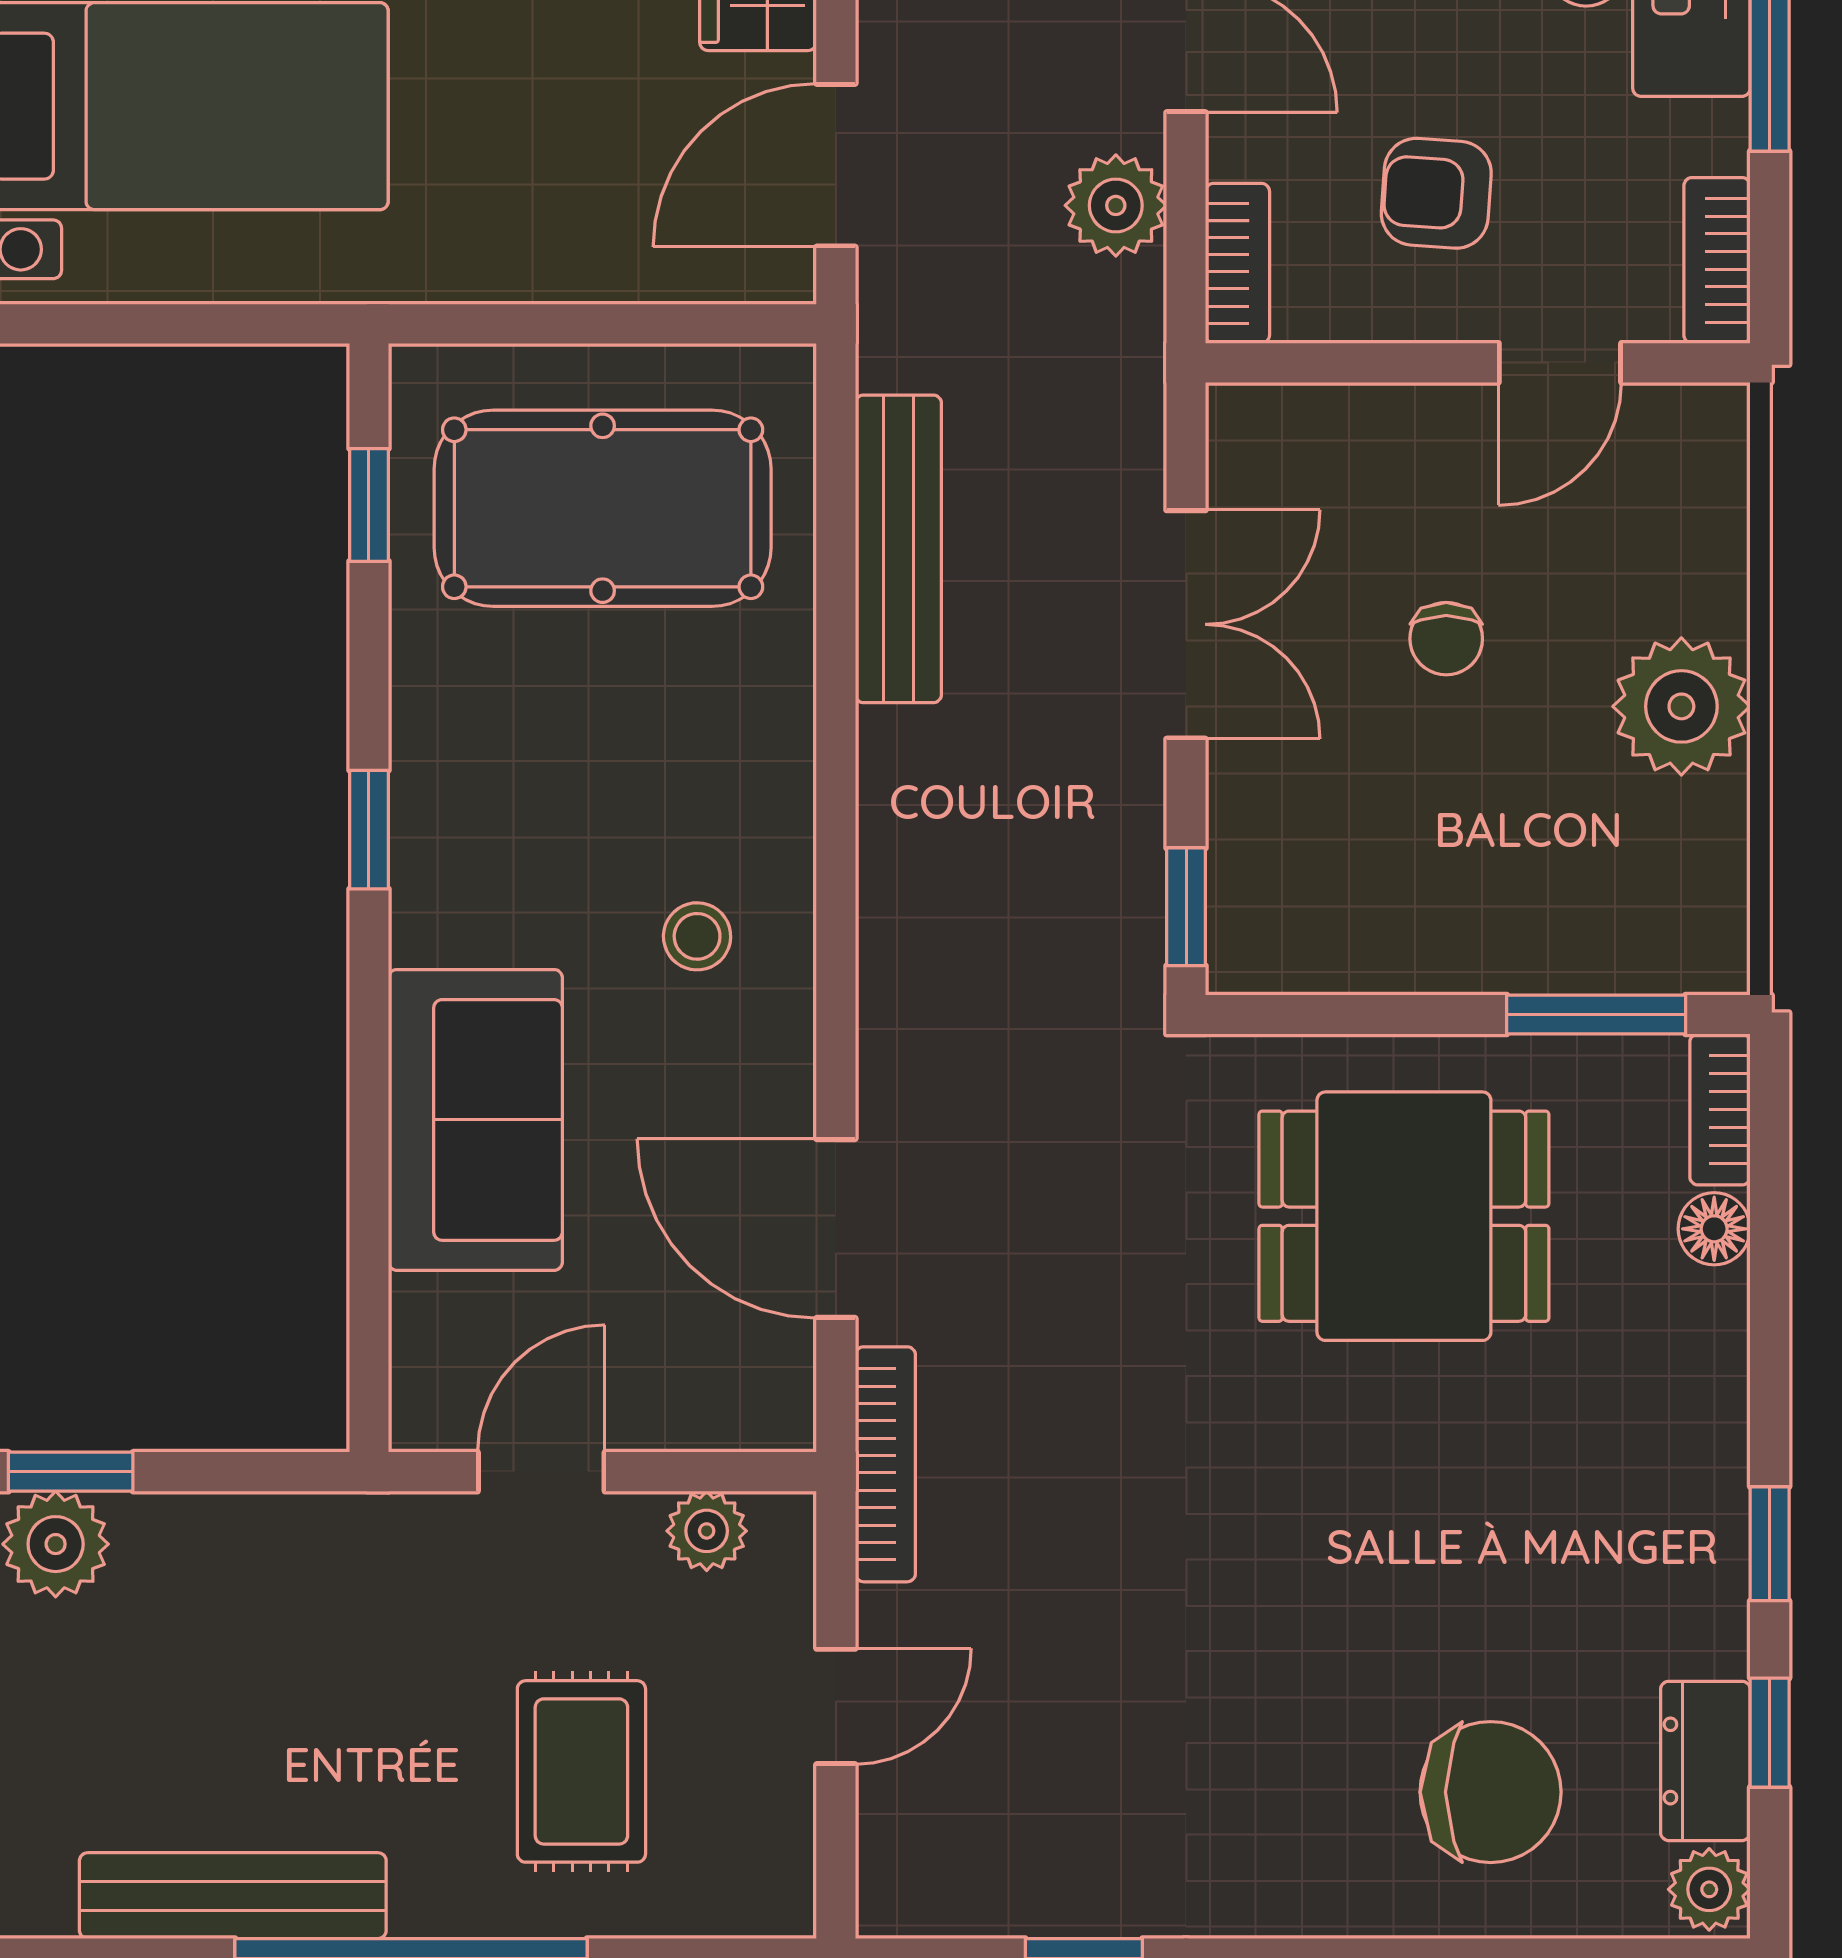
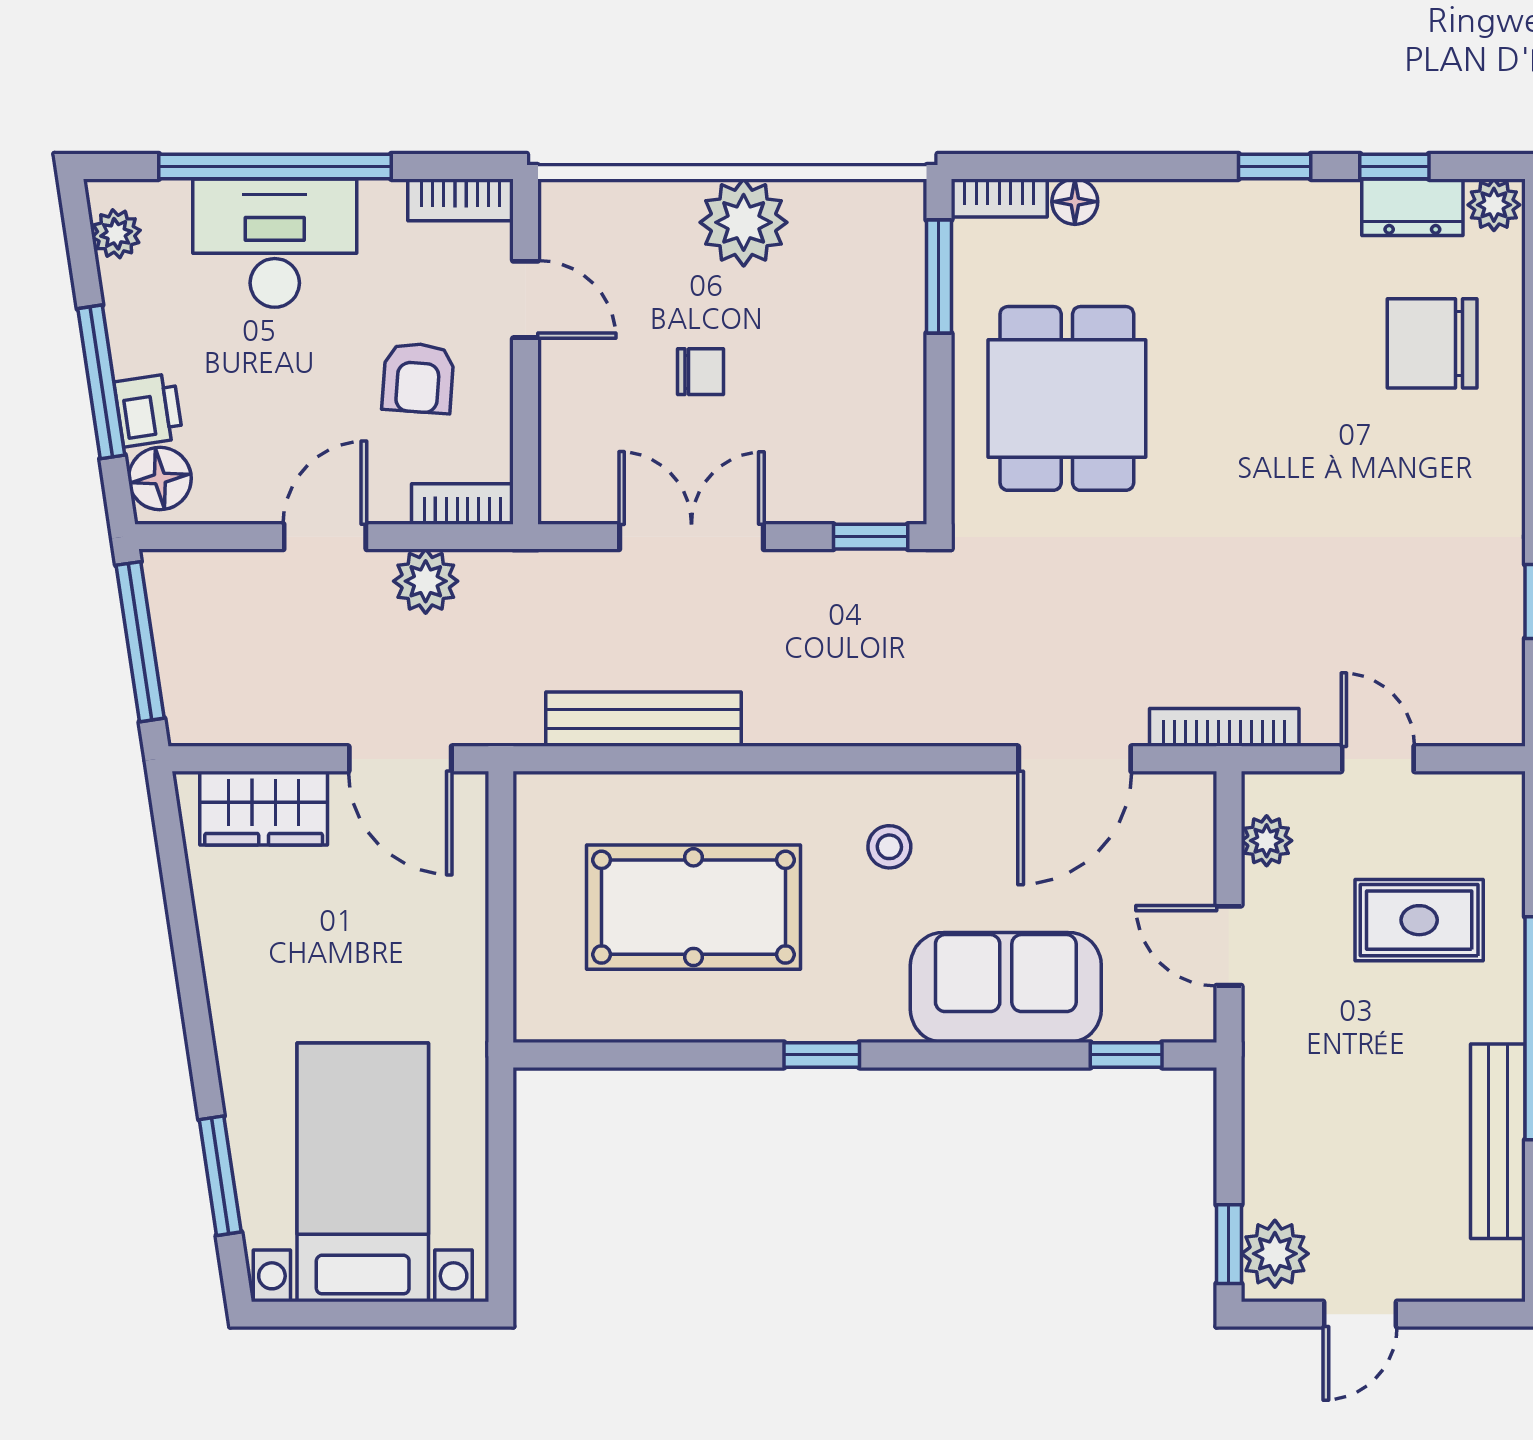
window: (369, 505) -> (1126, 1055), moved
pool table: (603, 508) -> (694, 907), moved, turned 90
chair: (1491, 1792) -> (1432, 343), turned -90

